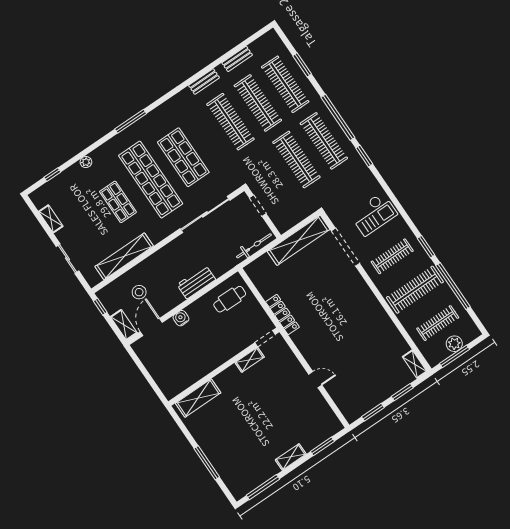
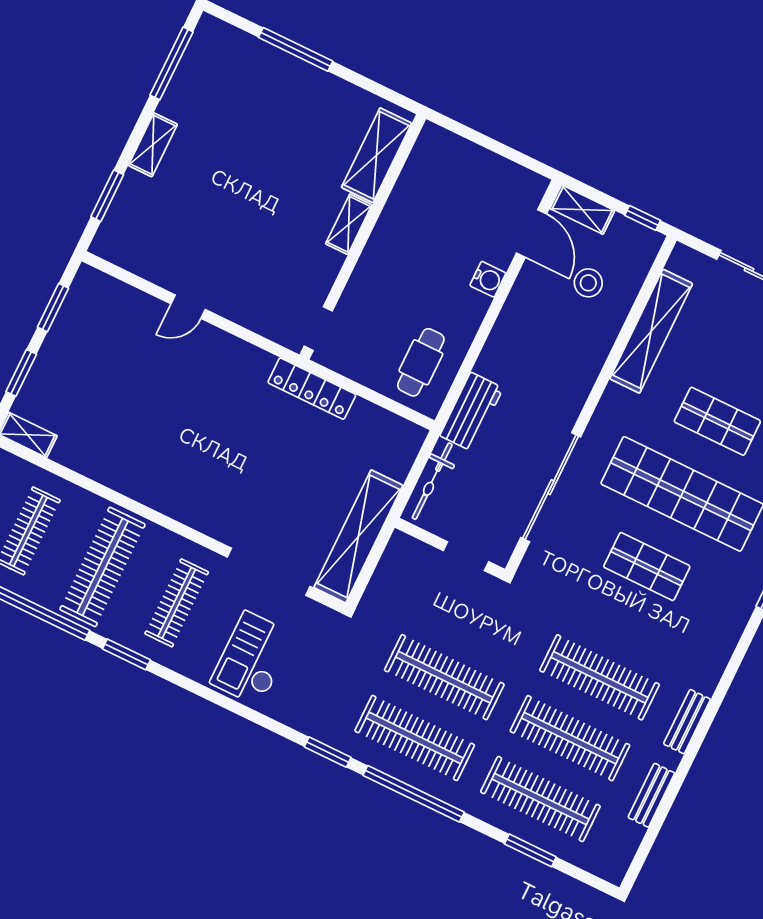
shop shelf: (183, 157) -> (647, 567), width x0.70, depth x0.74
workbench: (196, 282) -> (472, 412), moved
shelving: (250, 360) -> (349, 224), moved

